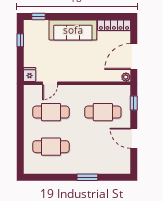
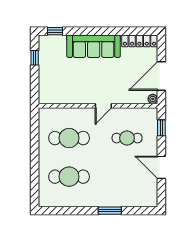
fridge: (30, 74) -> (45, 96), removed
door: (50, 83) -> (103, 106), moved
cafe table: (103, 112) -> (127, 138), width x0.73, depth x0.74

